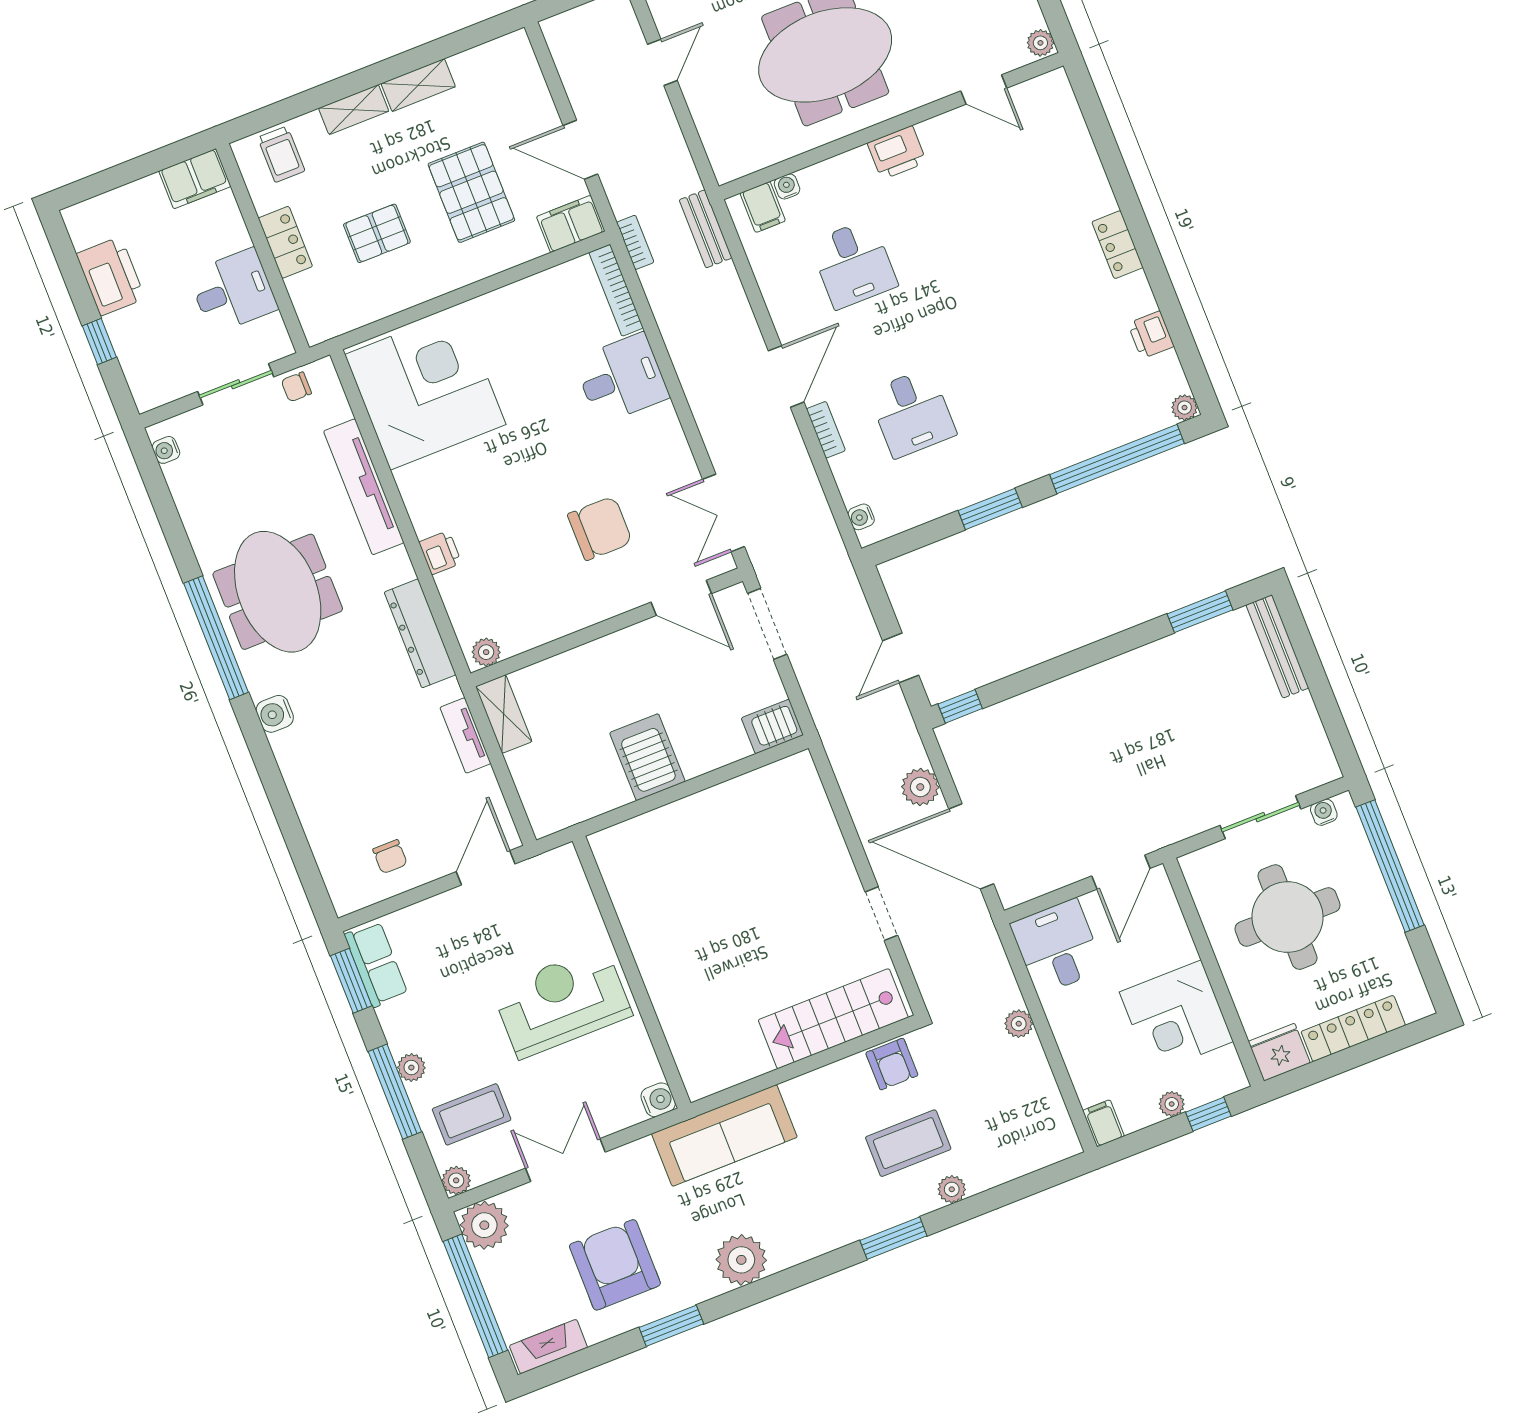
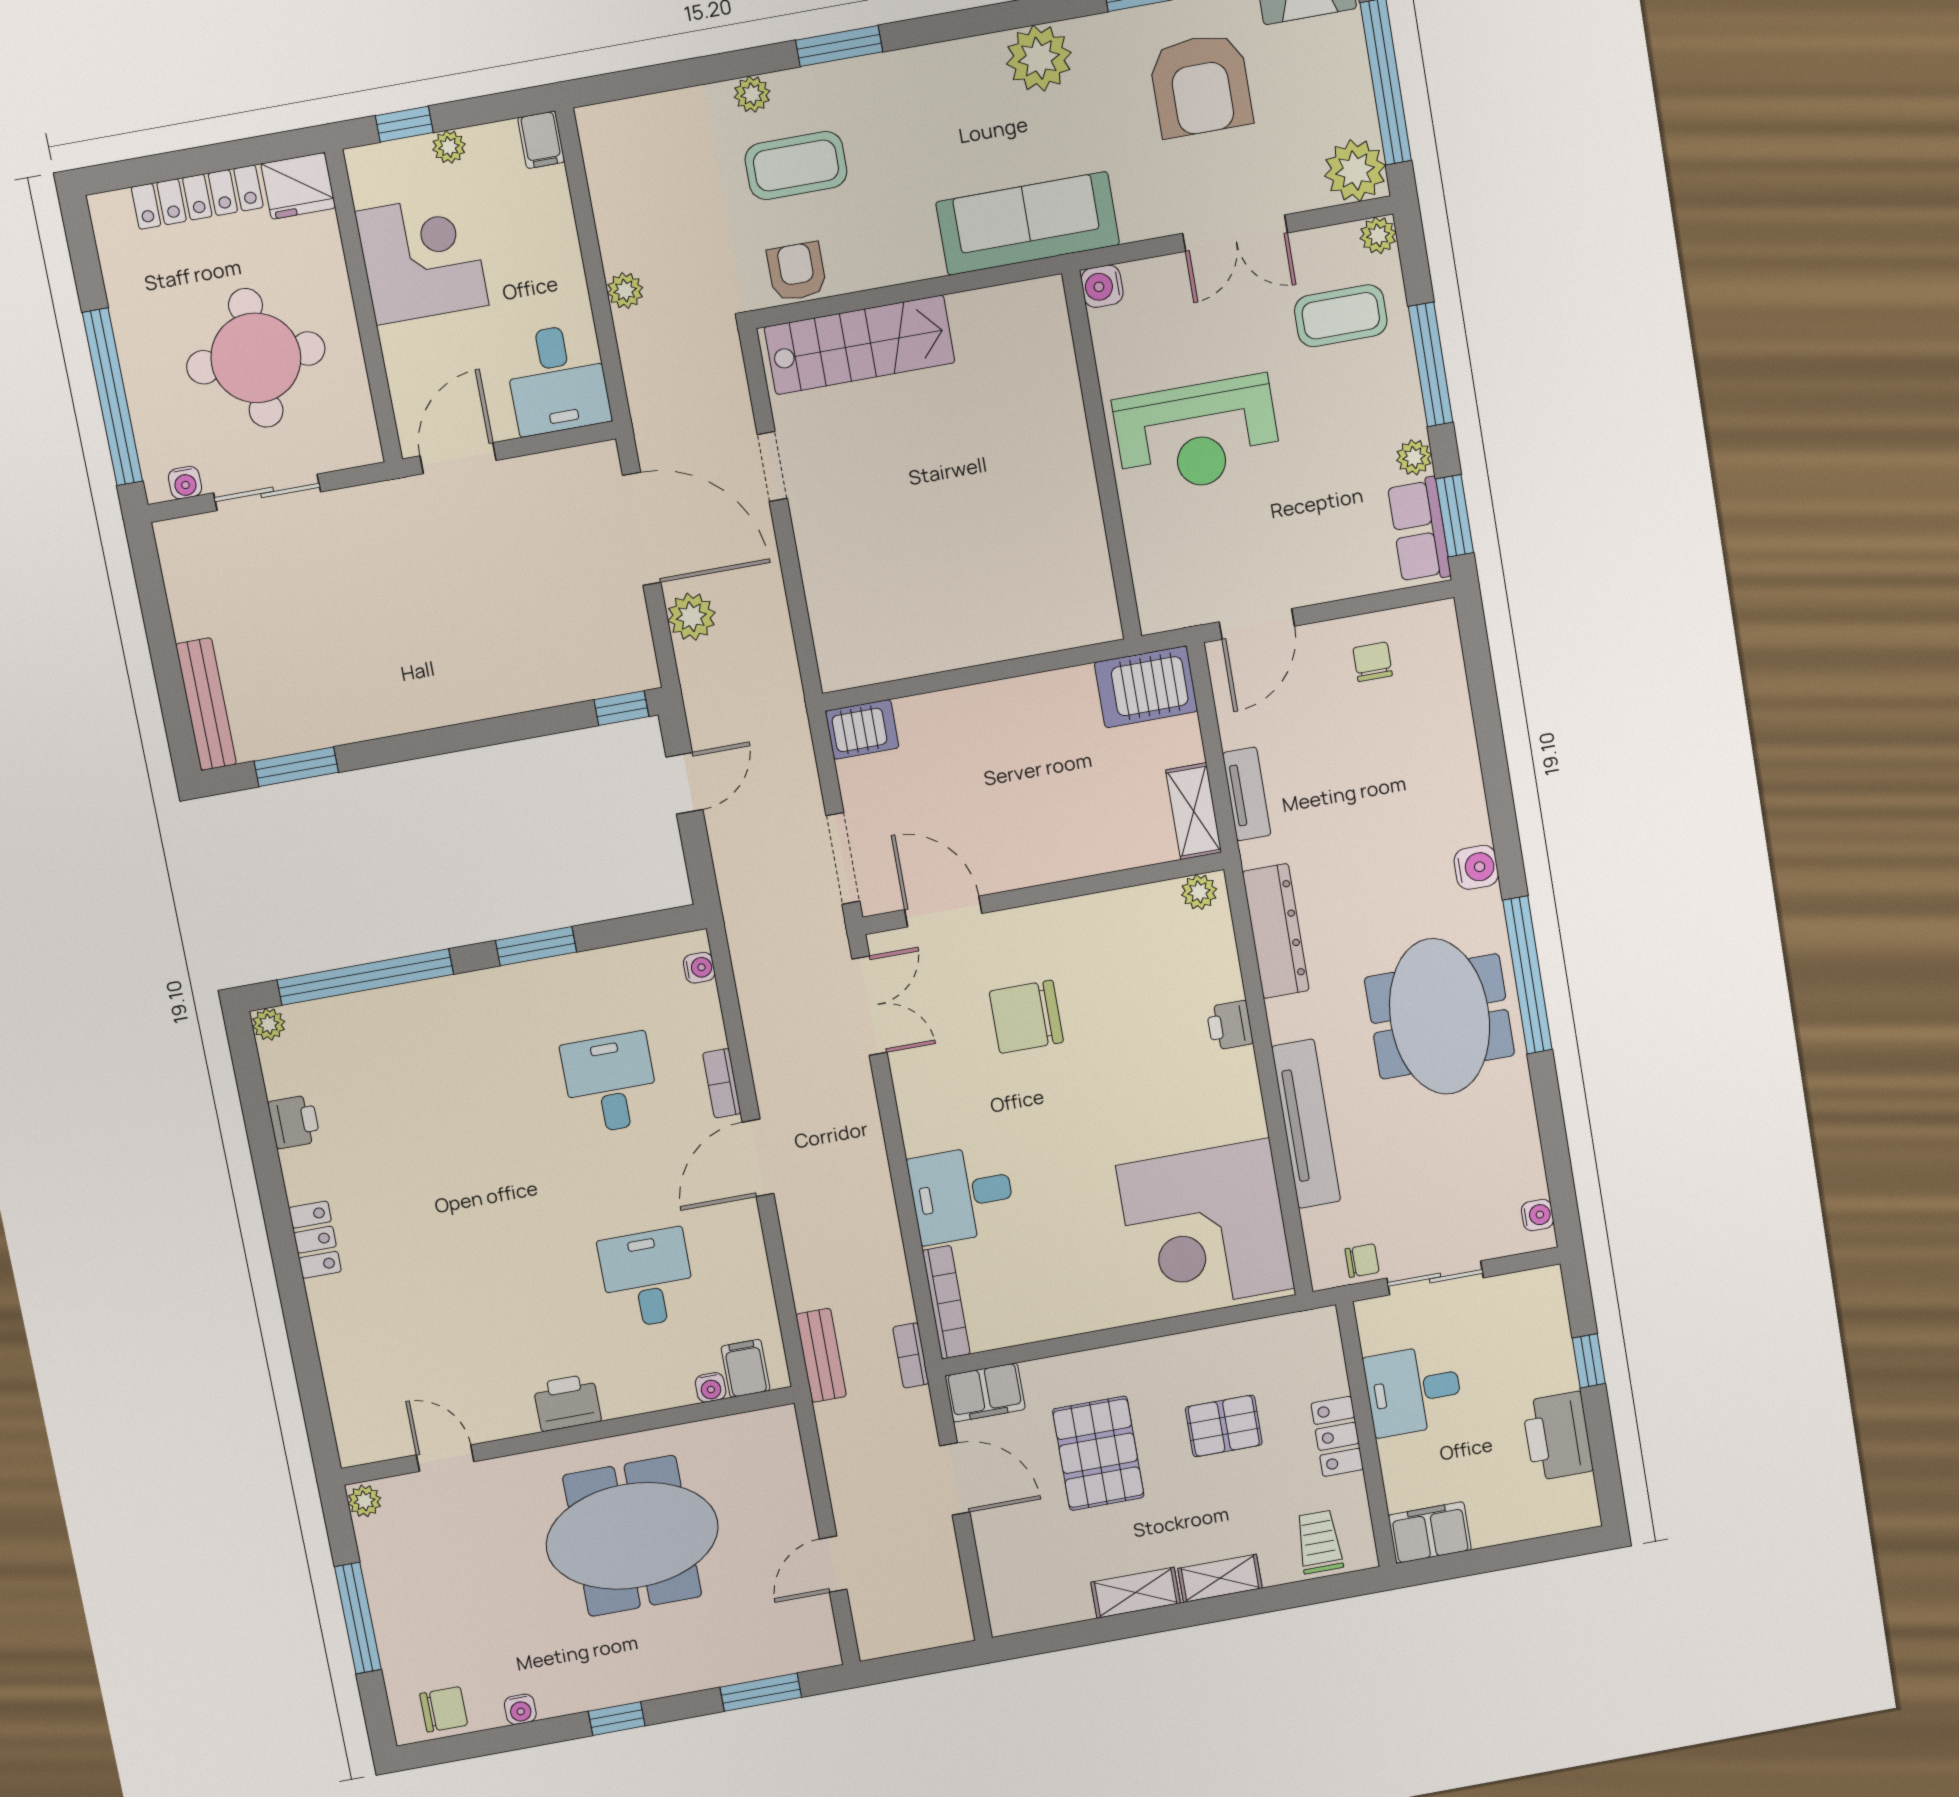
server rack: (647, 757) -> (1146, 687), moved, turned 90
plant: (411, 1068) -> (1414, 457), moved

